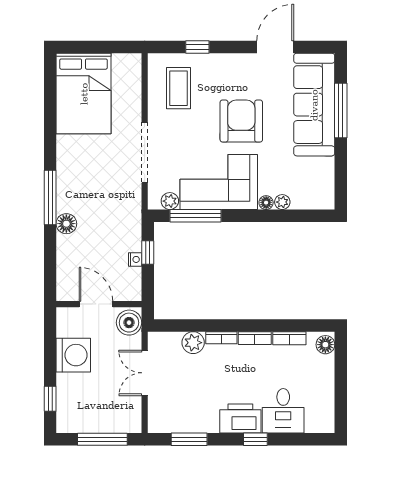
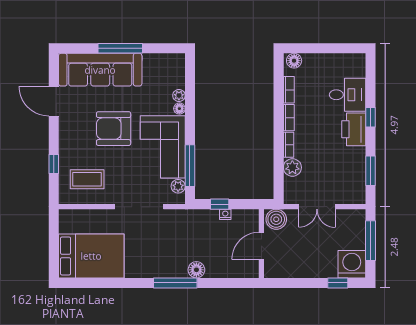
window: (341, 110) -> (120, 48), moved
washing machine: (73, 355) -> (352, 264), moved

